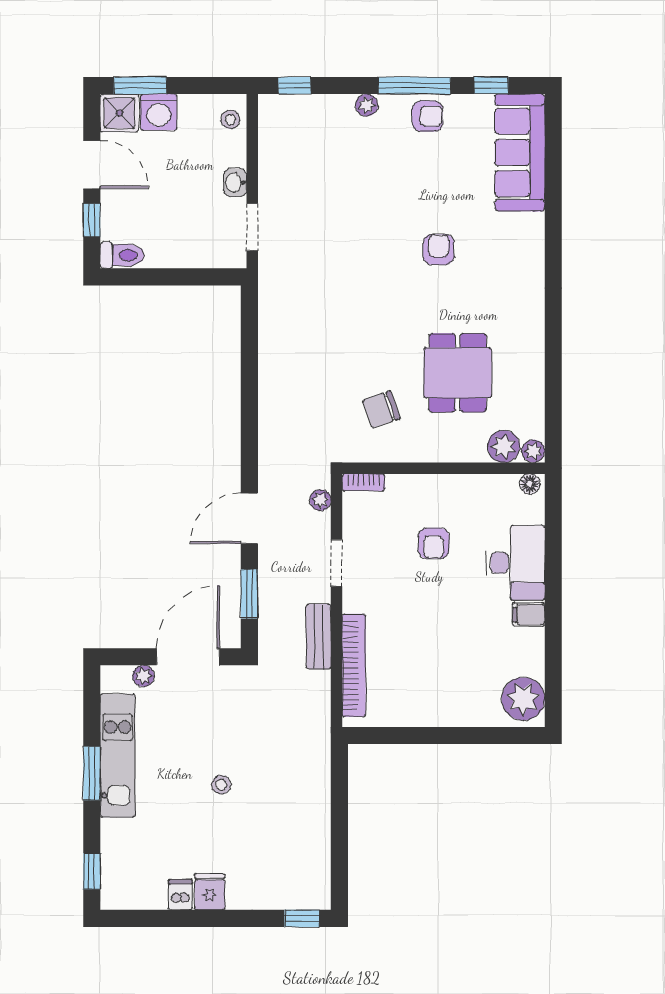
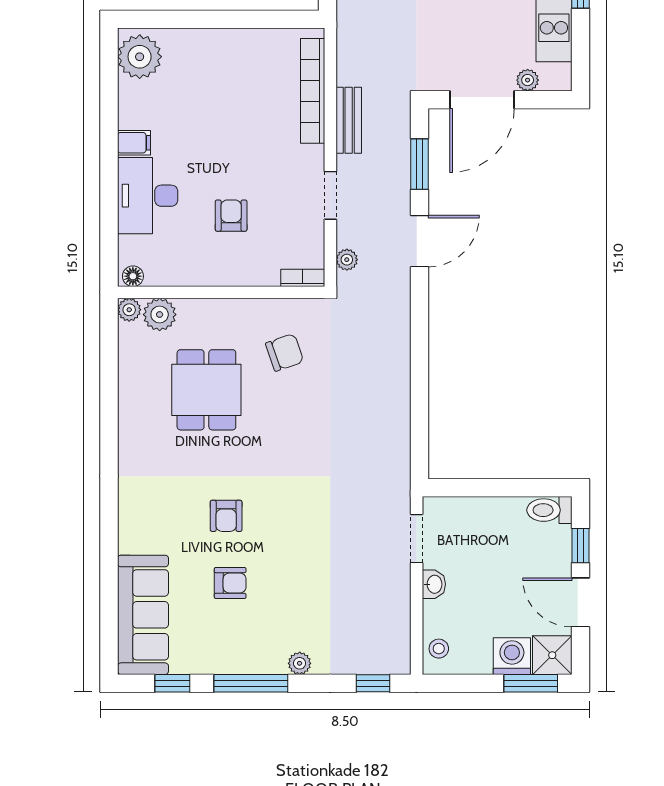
armchair: (428, 116) -> (230, 583), moved, turned 180

